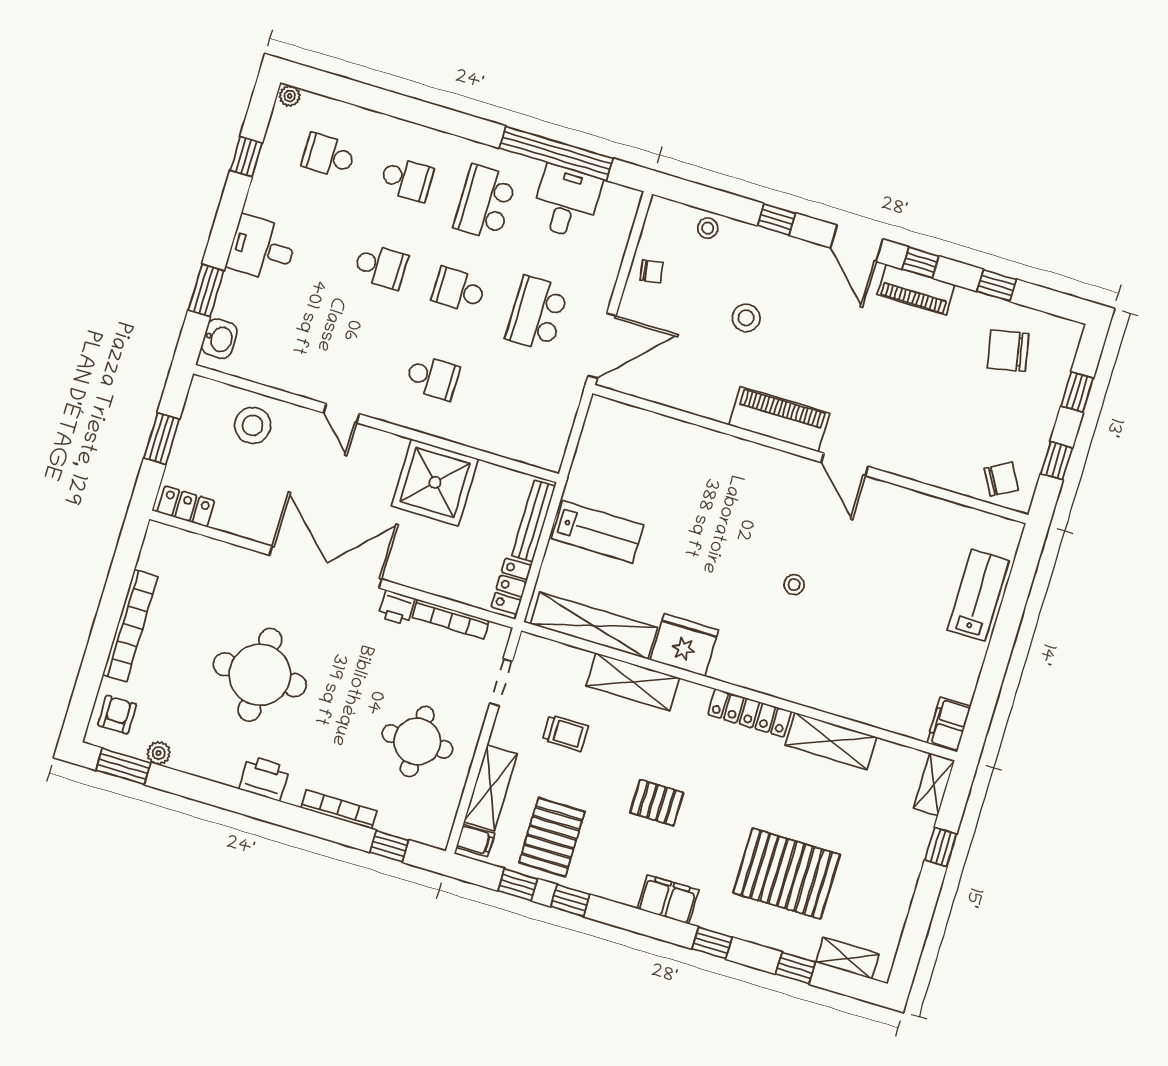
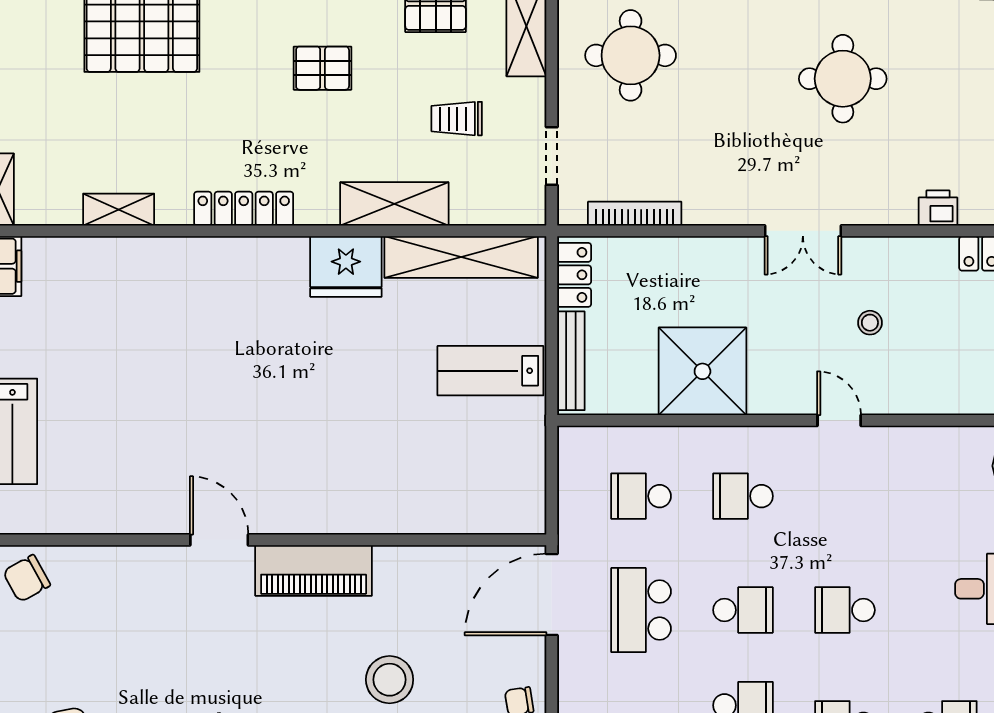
school desk: (537, 313) -> (641, 610), turned 180
stool: (746, 318) -> (390, 680), width x1.38, depth x1.38
school desk: (511, 401) -> (641, 496), added
stool: (253, 425) -> (870, 323), moved, width x0.53, depth x0.53
double door: (325, 567) -> (803, 231), width x0.54
stool: (794, 585) -> (237, 378), removed
printer: (396, 608) -> (938, 208), moved
round table: (260, 675) -> (843, 79), width x0.73, depth x0.73
shelving: (831, 741) -> (119, 210), width x0.67, depth x0.75

